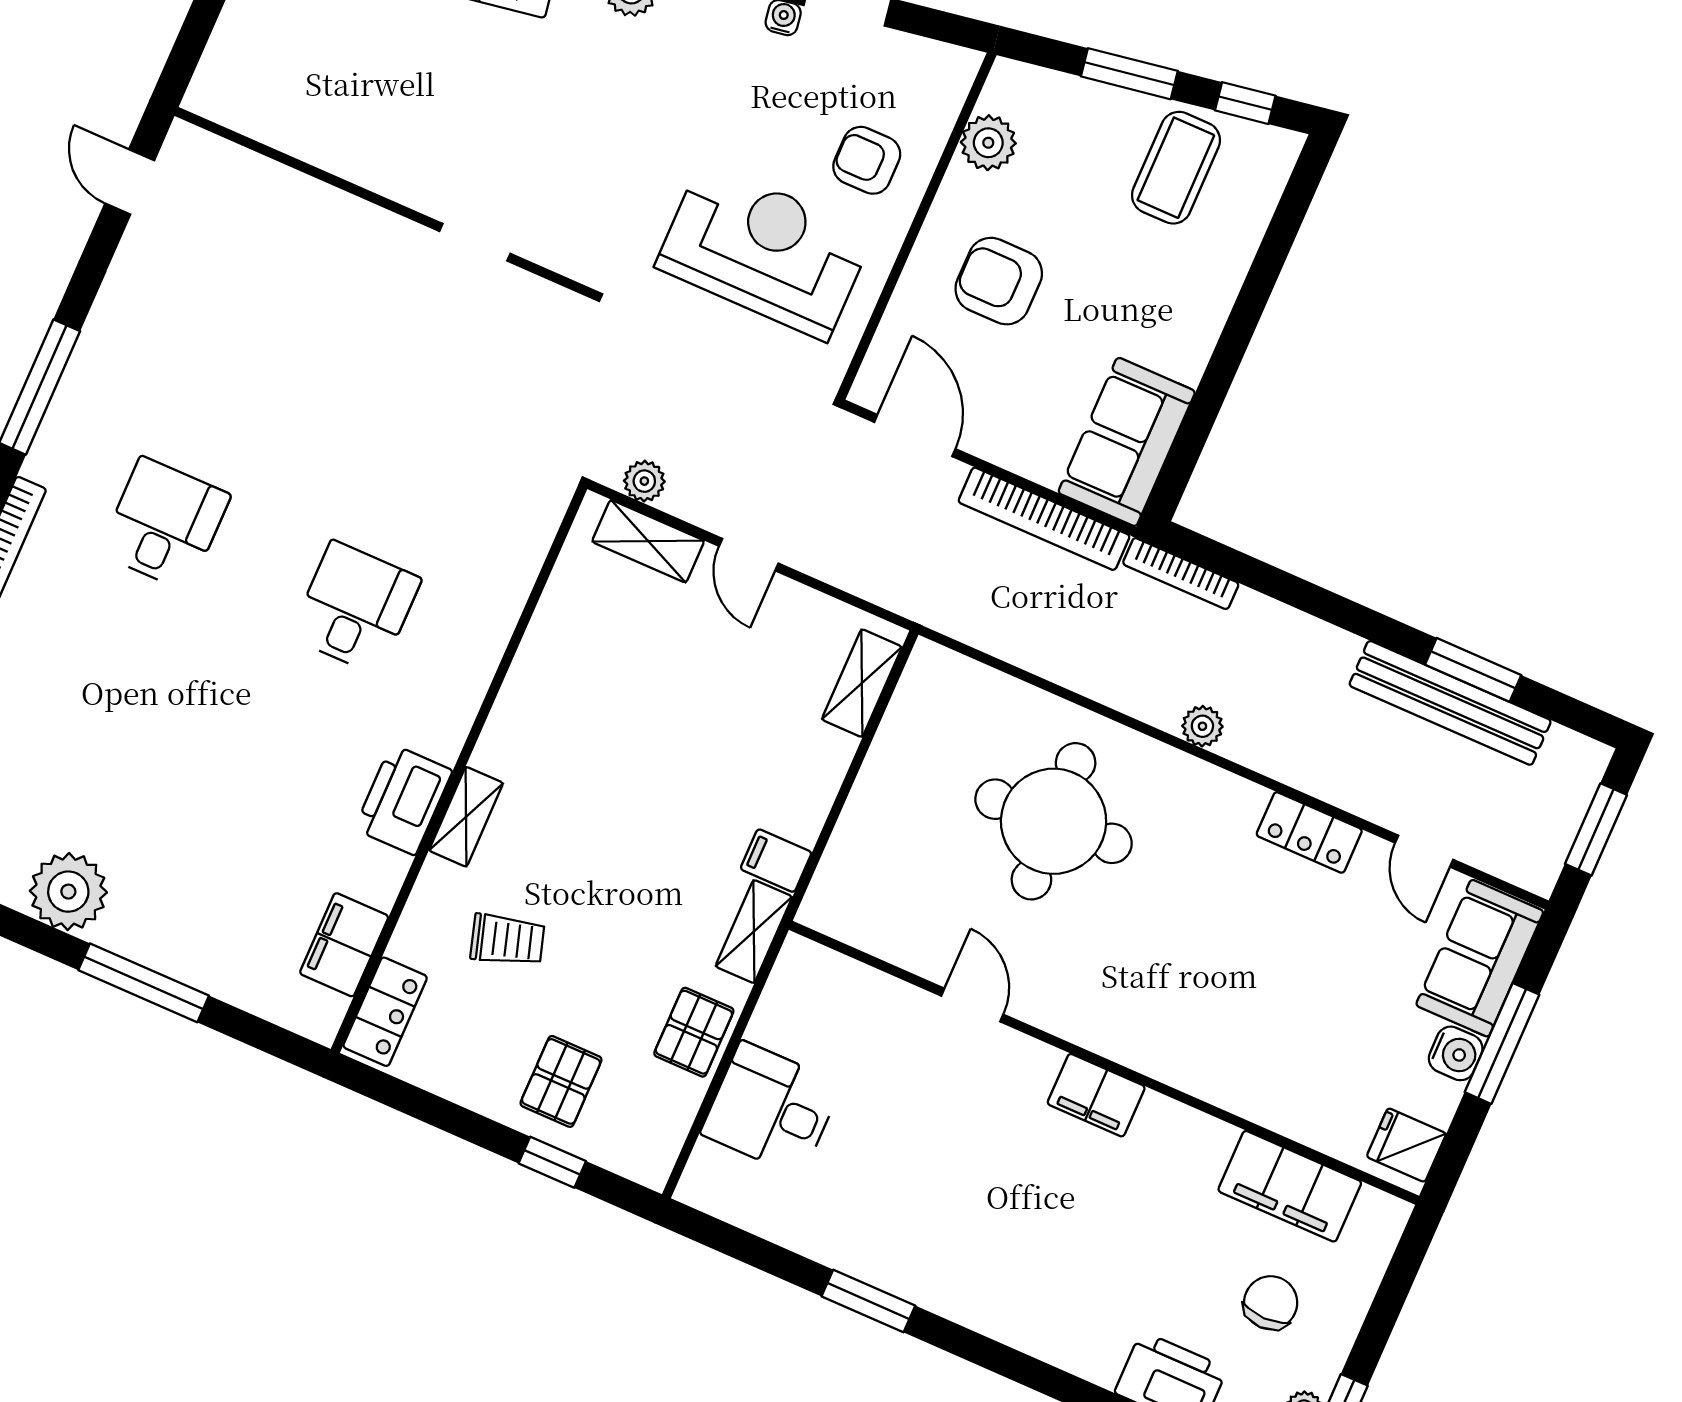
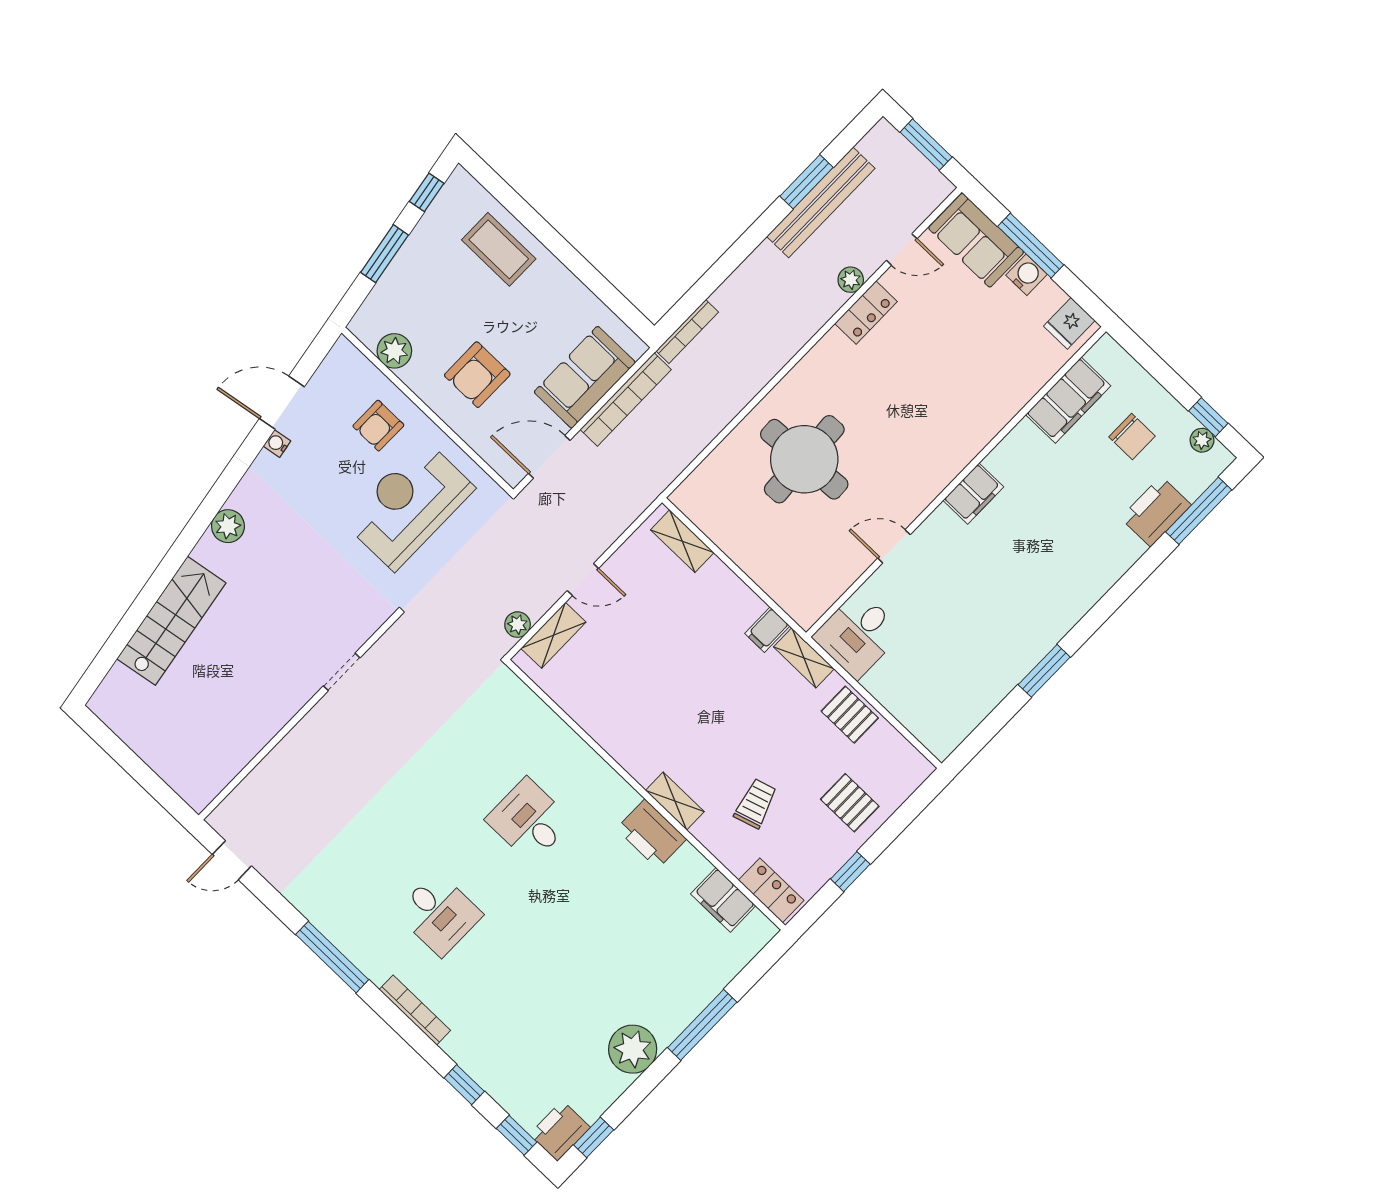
coffee table: (1176, 168) -> (499, 249), moved
sofa: (1127, 442) -> (585, 377), moved, turned 90
desk: (165, 524) -> (439, 914), turned 180
plant: (1202, 726) -> (851, 280), moved
desk: (771, 1109) -> (858, 635), moved
window: (552, 1162) -> (850, 872), moved
chair: (1271, 1303) -> (1132, 436), turned 180

